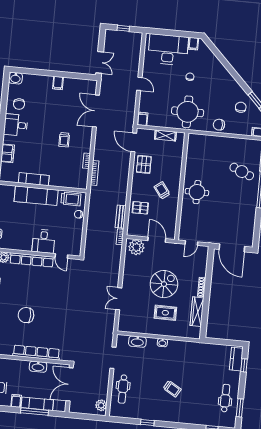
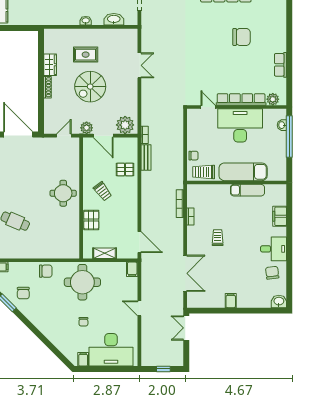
pallet: (144, 164) -> (91, 220), moved
desk: (44, 241) -> (240, 125), width x1.87, depth x1.30
plant: (171, 248) -> (87, 128), added
wardrobe: (197, 312) -> (50, 65), width x0.67

